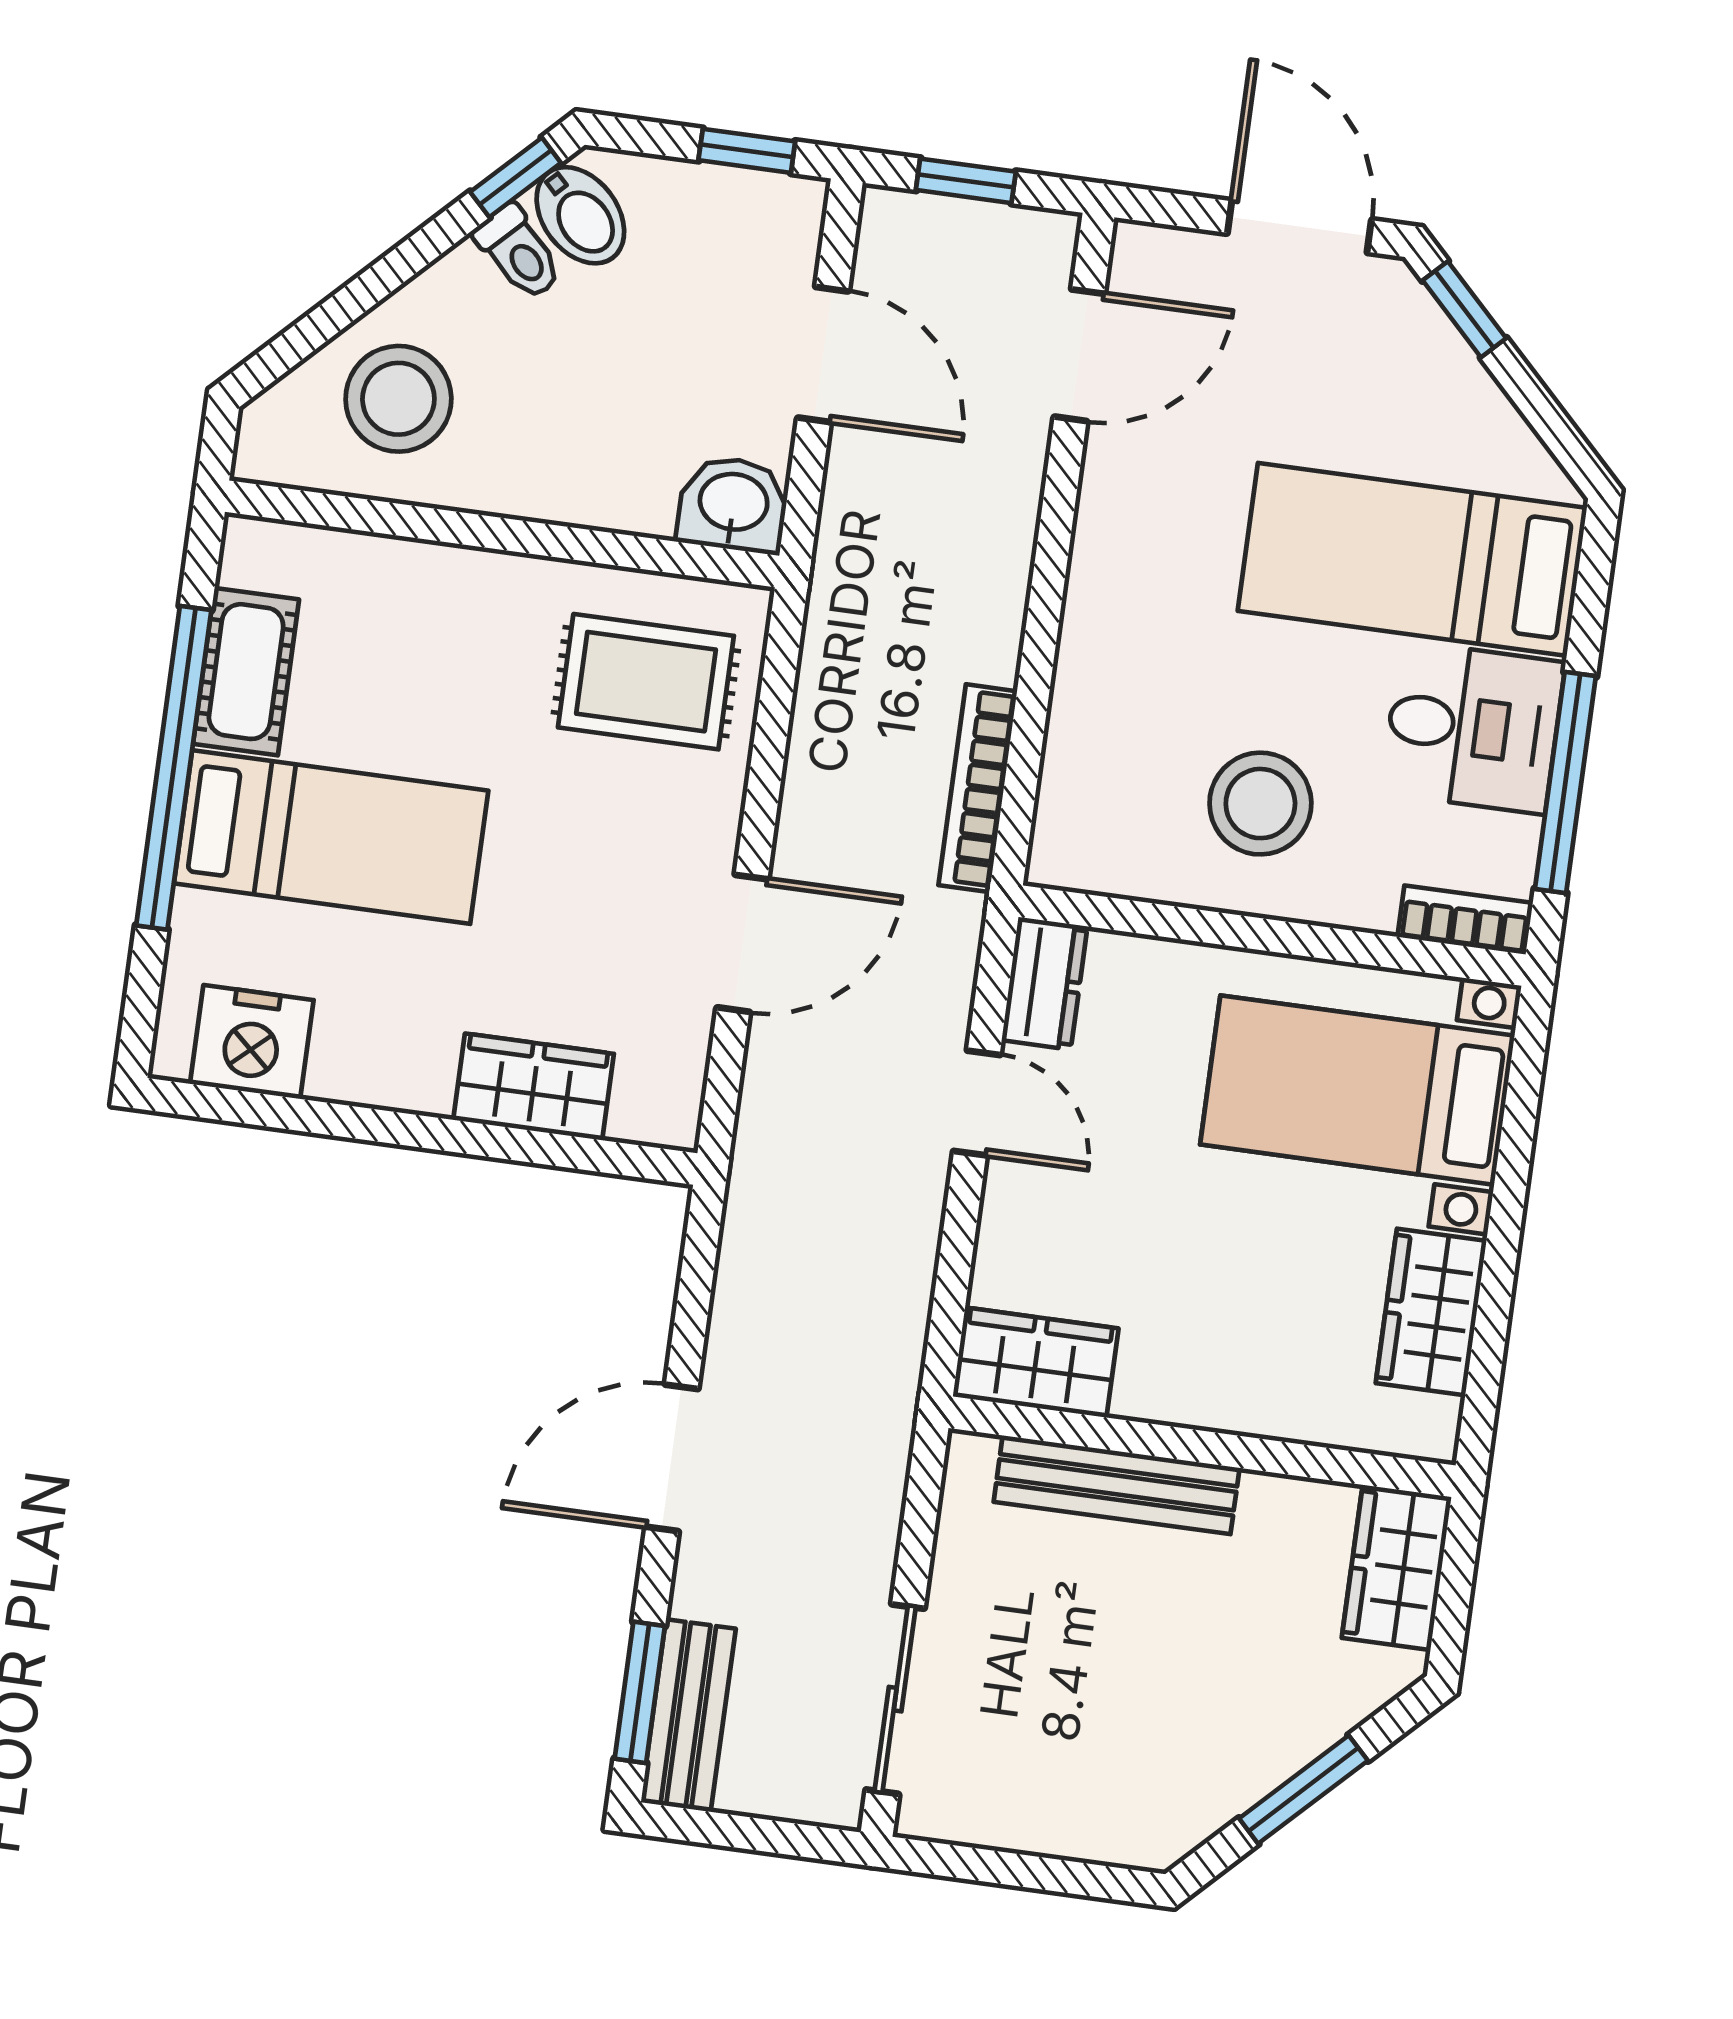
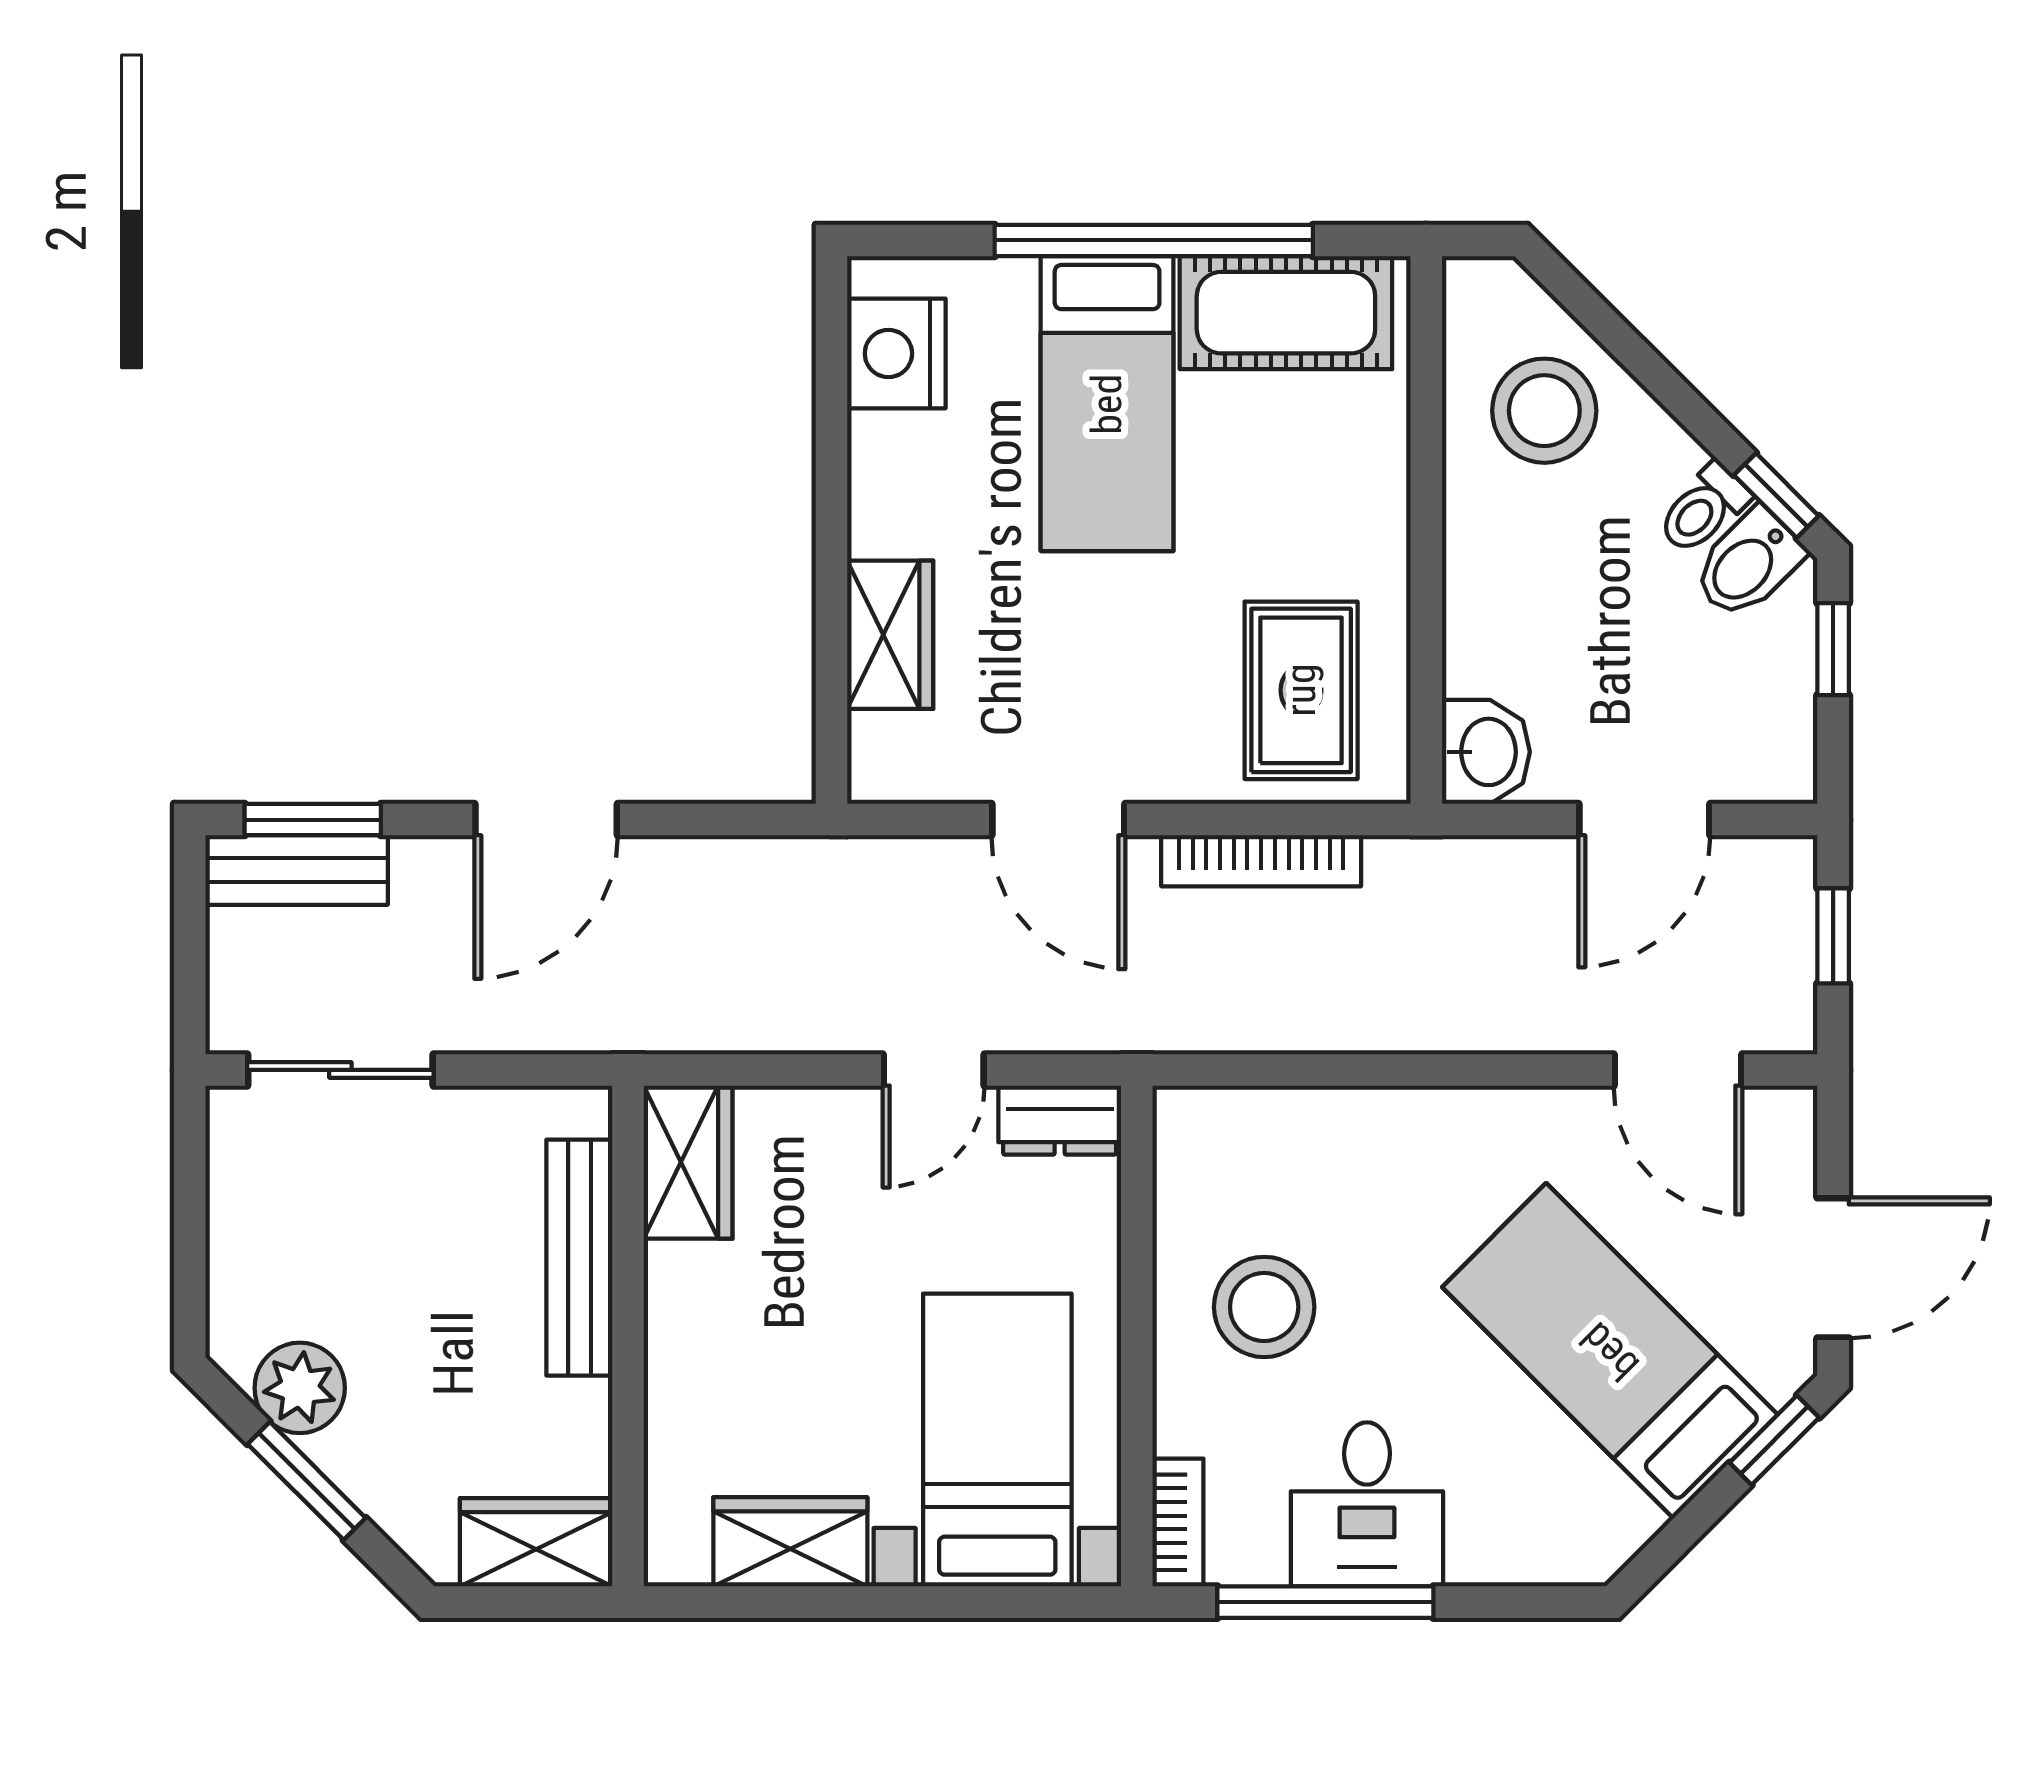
window: (747, 151) -> (1833, 649), moved
bed: (1412, 559) -> (1610, 1351), moved, turned -45
cot: (246, 672) -> (1286, 313), width x1.37, depth x1.34
bookcase: (978, 788) -> (1261, 861), moved, turned 180
door: (672, 1458) -> (546, 820), swing flipped
plant: (1209, 1784) -> (300, 1388), added

